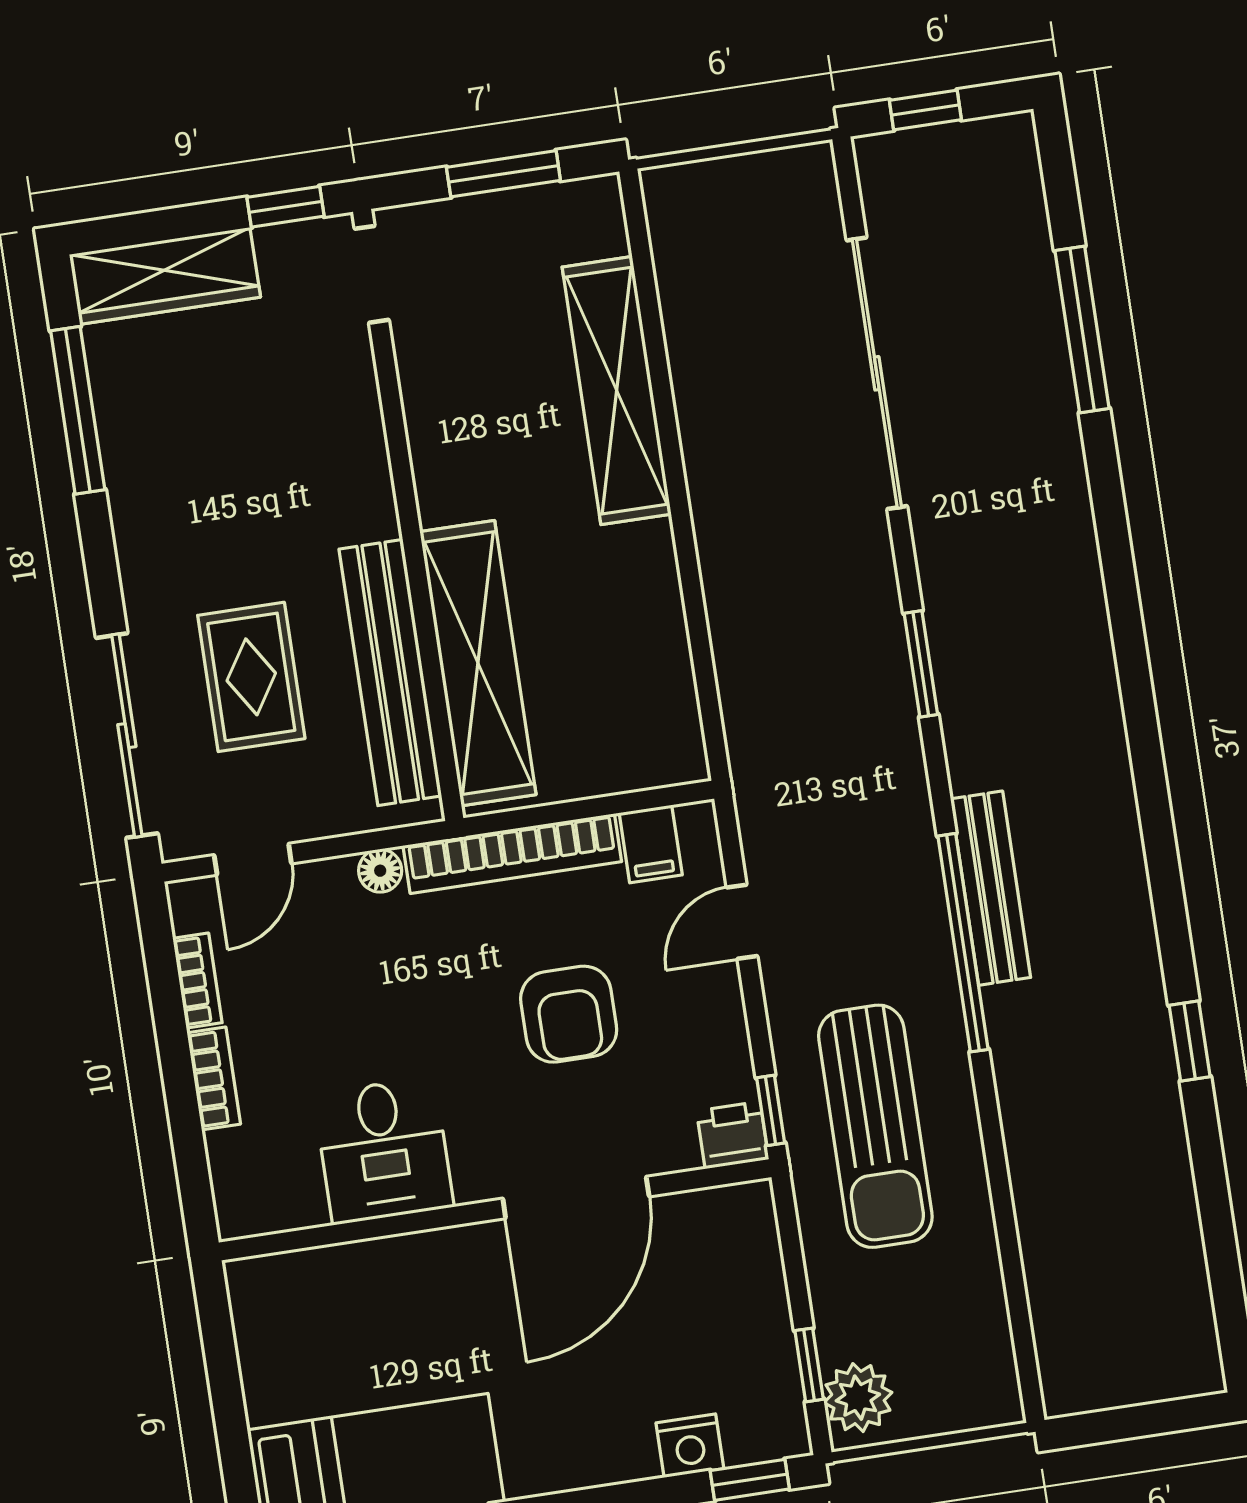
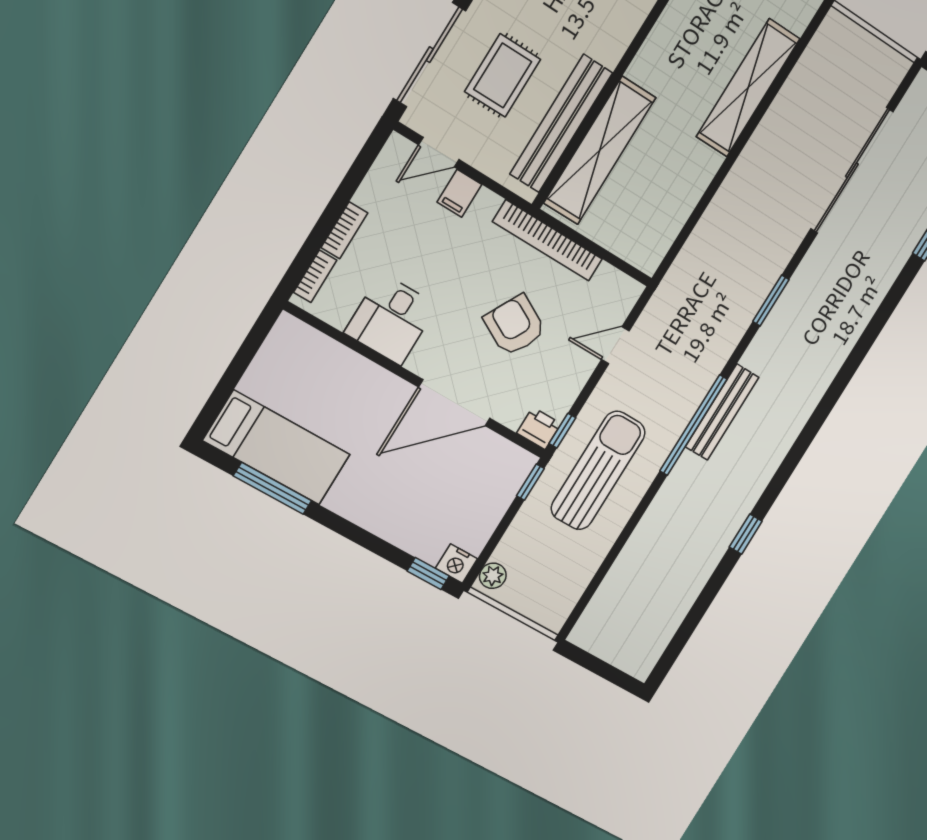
filing cabinet: (651, 844) -> (459, 193), moved
floor lamp: (380, 871) -> (488, 202), removed
bookcase: (197, 980) -> (315, 276), moved
armchair: (569, 1014) -> (515, 325), turned 118
sun lounger: (875, 1126) -> (598, 470), turned 180
window: (809, 1365) -> (530, 482), moved
plant: (858, 1398) -> (493, 576), width x0.73, depth x0.73
nightstand: (690, 1446) -> (456, 564), moved

